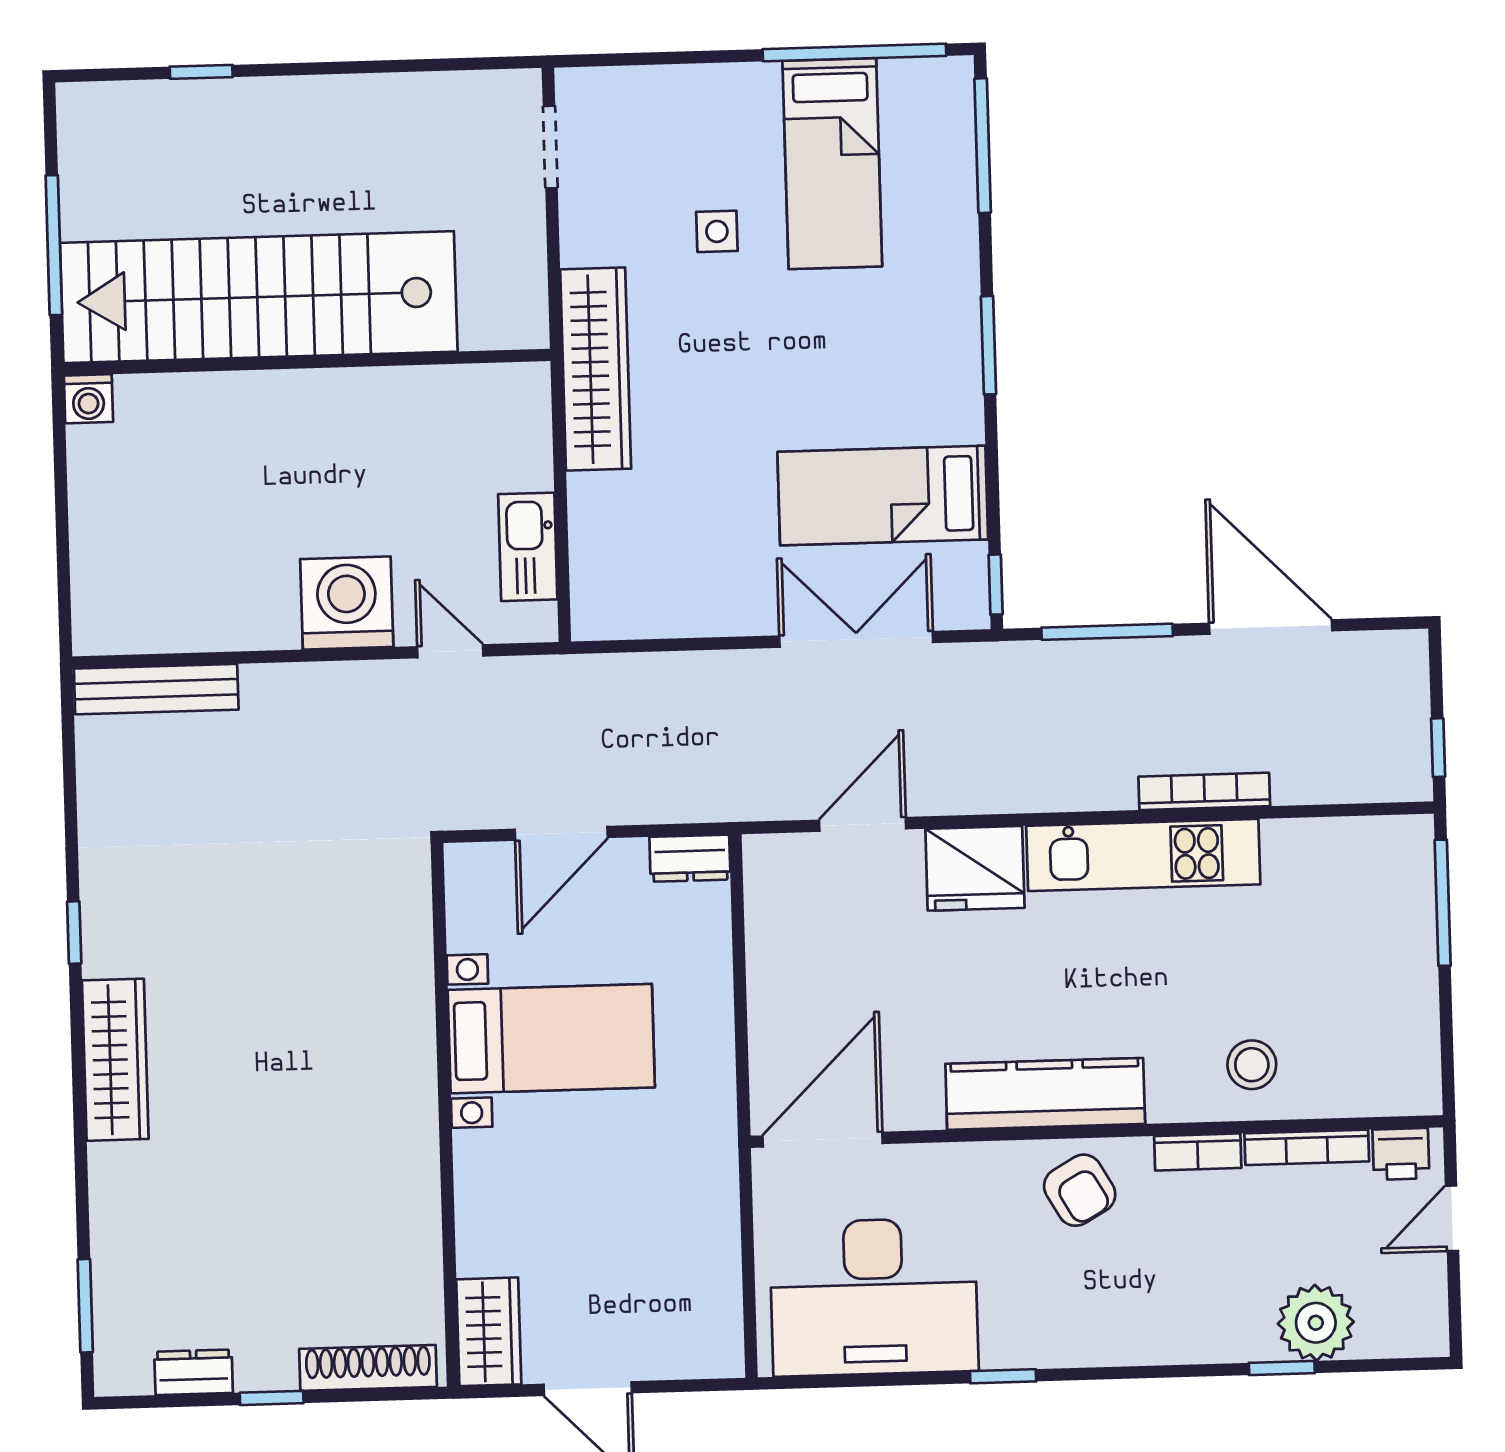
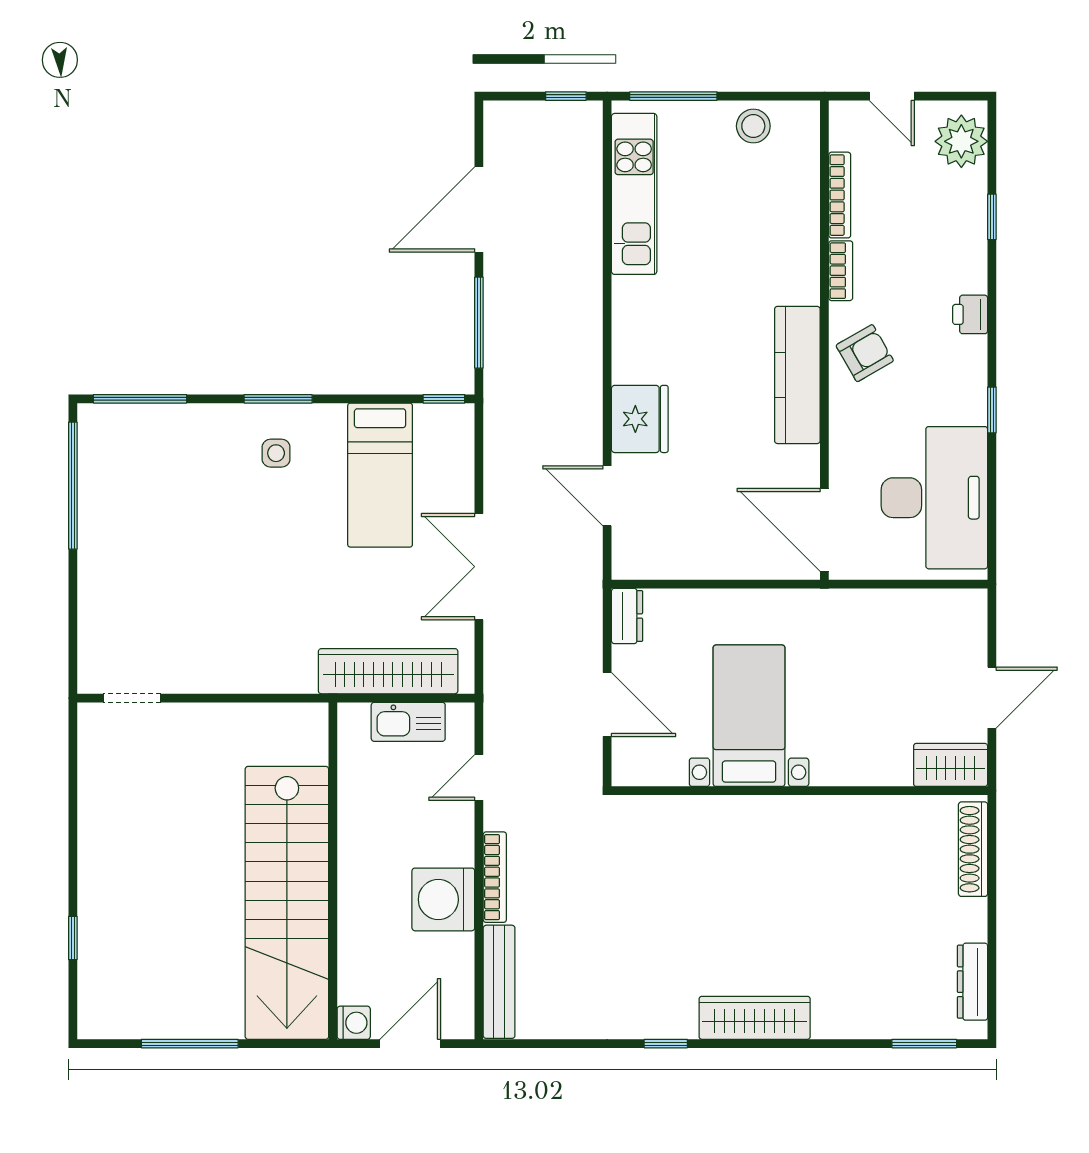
bed: (832, 164) -> (149, 503), removed
side table: (717, 231) -> (276, 453), moved
stairs: (259, 297) -> (287, 903), moved
wall: (307, 362) -> (333, 871), moved
wardrobe: (596, 369) -> (388, 671), moved
washing machine: (88, 399) -> (354, 1023), moved
door: (63, 564) -> (410, 1044), added
washing machine: (347, 603) -> (443, 899), moved
double door: (856, 639) -> (479, 567), moved
bookcase: (1204, 791) -> (495, 877), moved, turned 180
kitchen unit: (1143, 855) -> (634, 194), moved
stool: (1252, 1065) -> (753, 126), moved
printer: (1401, 1154) -> (970, 314), moved, turned 180
plant: (1316, 1323) -> (961, 141), moved
dresser: (194, 1372) -> (973, 982), width x1.44
window: (272, 1398) -> (992, 917), removed

